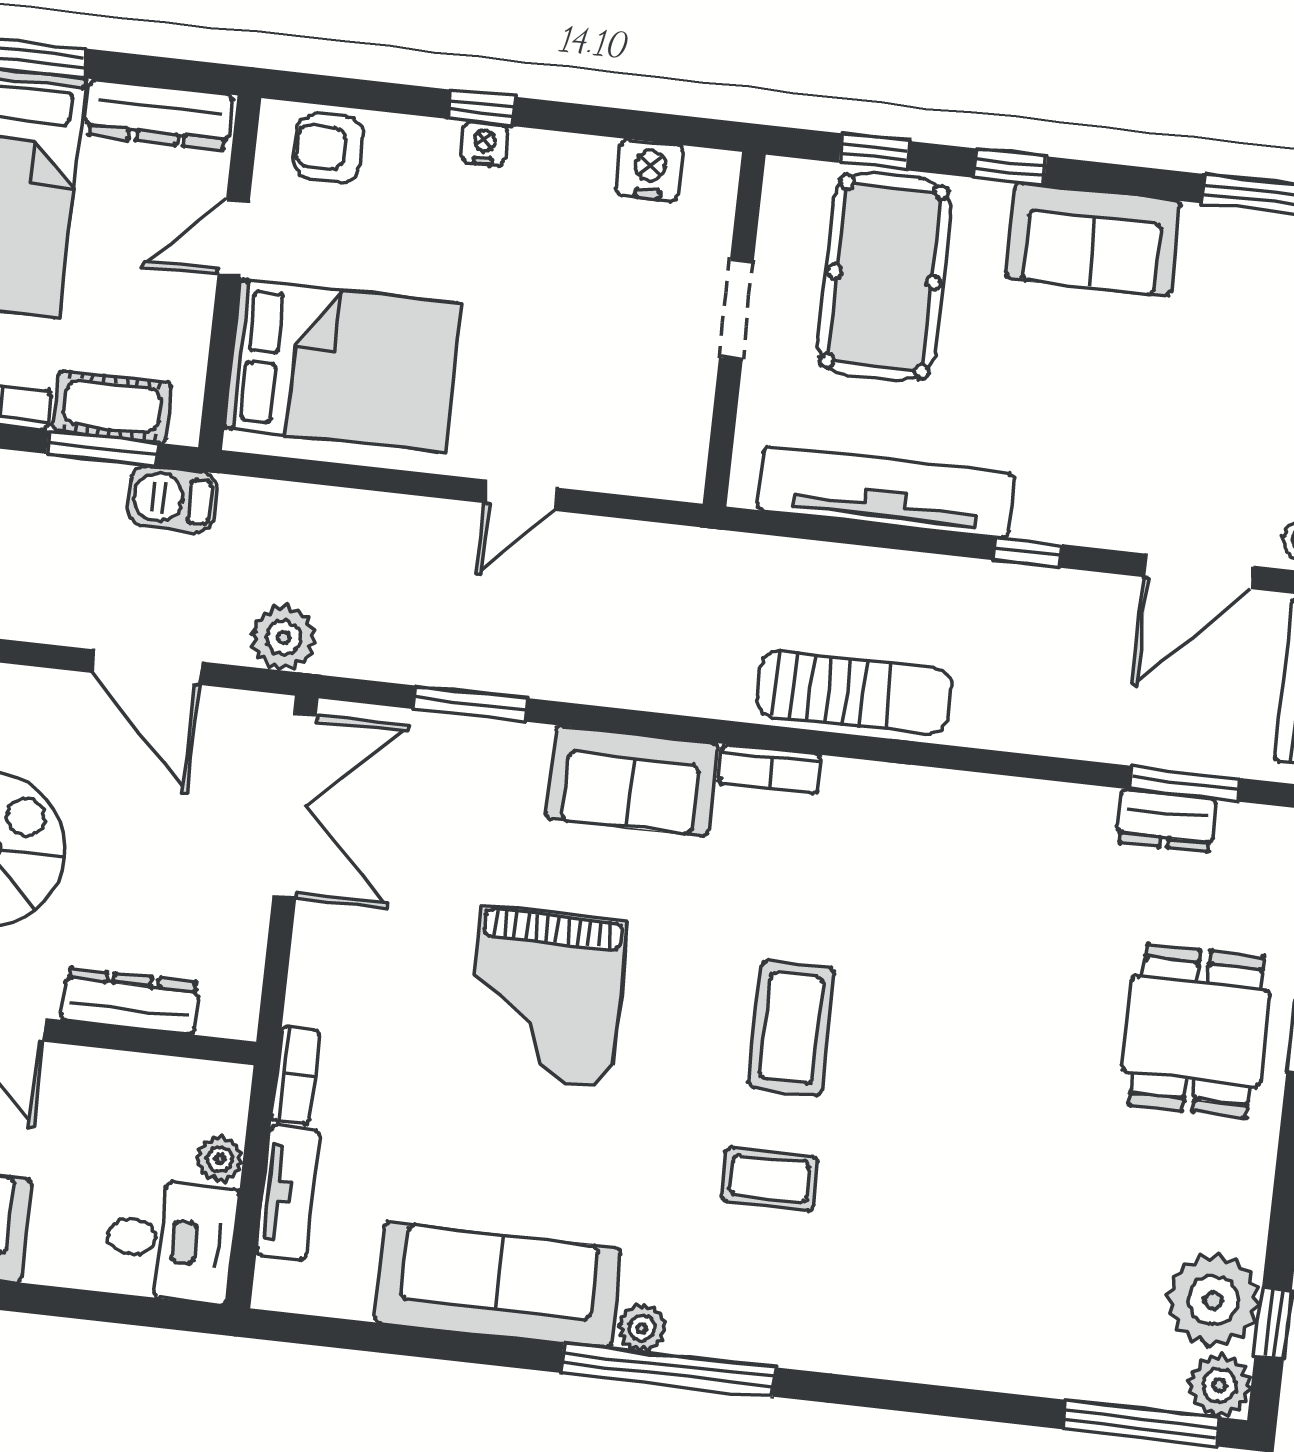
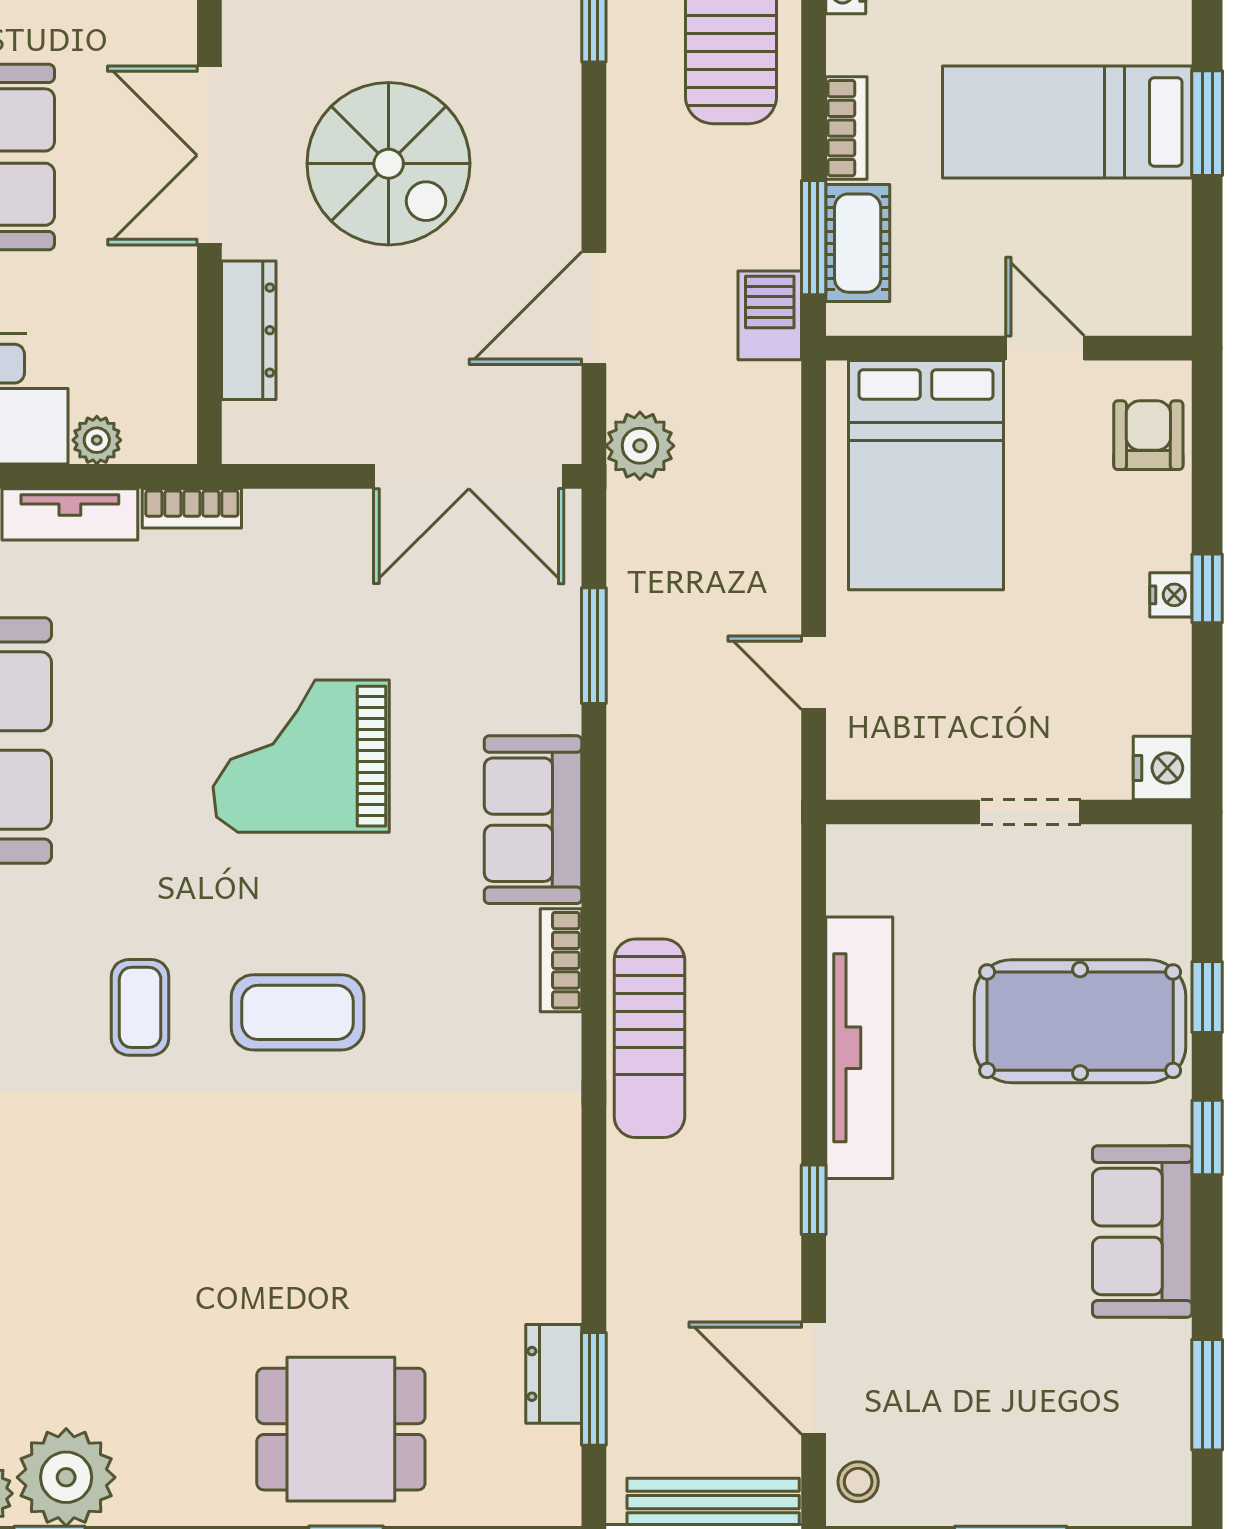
dresser: (159, 115) -> (1163, 257), removed
doorway: (736, 309) -> (1030, 812), moved
wall: (734, 329) -> (1009, 812), moved

